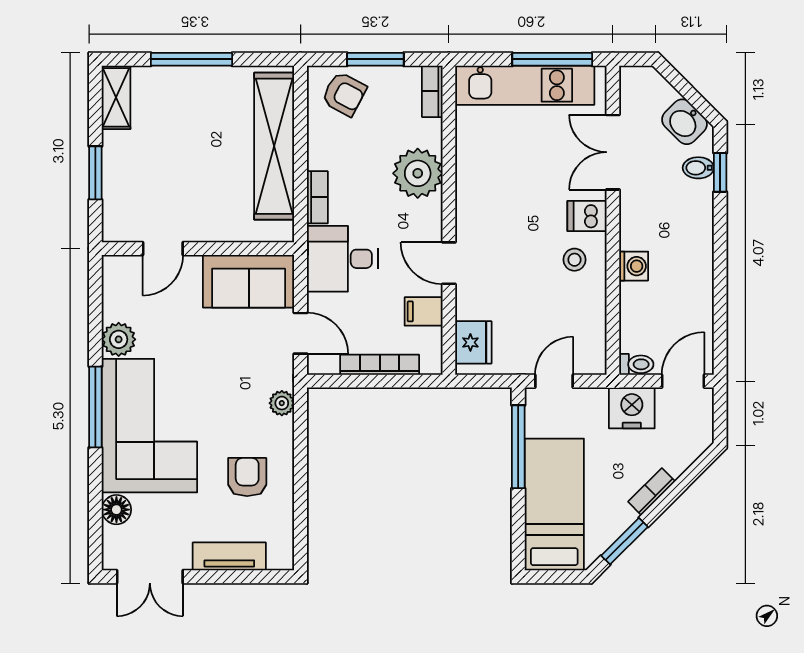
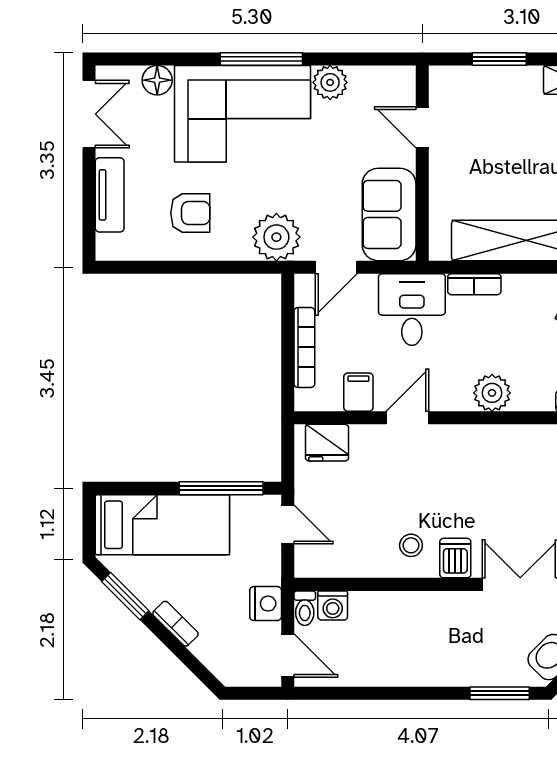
bidet: (698, 168) -> (504, 671), removed
window: (720, 172) -> (500, 693), width x1.50
plant: (418, 173) -> (492, 393), width x0.73, depth x0.73
washing machine: (634, 266) -> (333, 605), moved
plant: (282, 403) -> (276, 237), width x1.88, depth x1.88
nightstand: (632, 408) -> (266, 604), width x0.74, depth x0.75
double door: (150, 577) -> (89, 114), swing flipped

